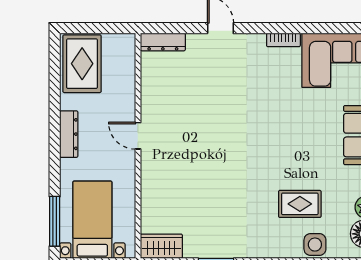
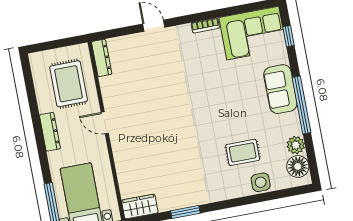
dresser: (163, 42) -> (102, 58), moved, turned -90
rug: (82, 64) -> (69, 84), moved

